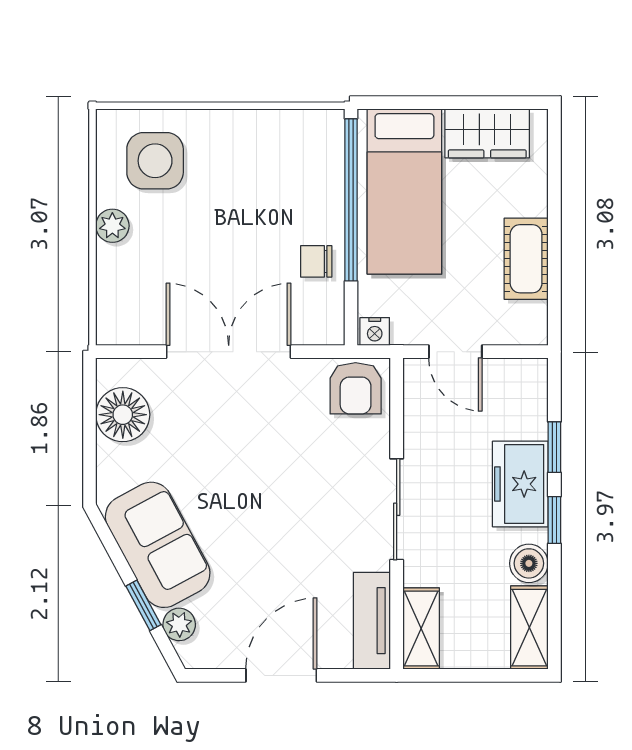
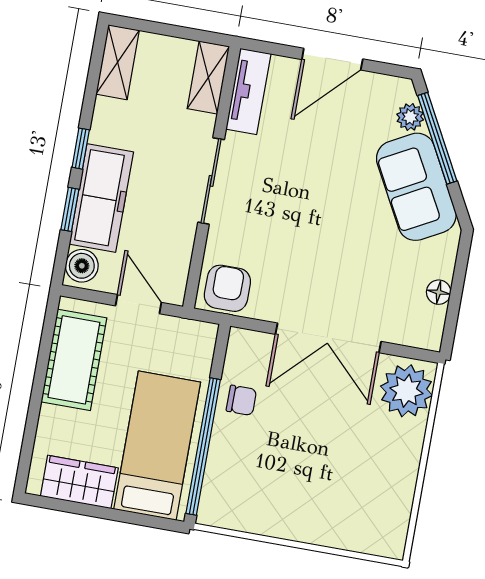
side table: (155, 161) -> (361, 509), removed
plant: (112, 226) -> (406, 391), moved, width x1.87, depth x1.87
cot: (526, 259) -> (74, 360), width x1.37, depth x1.34
nightstand: (375, 331) -> (203, 333), removed
floor lamp: (123, 415) -> (439, 292), width x0.53, depth x0.53
freezer: (520, 484) -> (101, 198), width x1.40
boiler: (529, 563) -> (82, 266), moved
window: (143, 605) -> (437, 138), width x2.17

